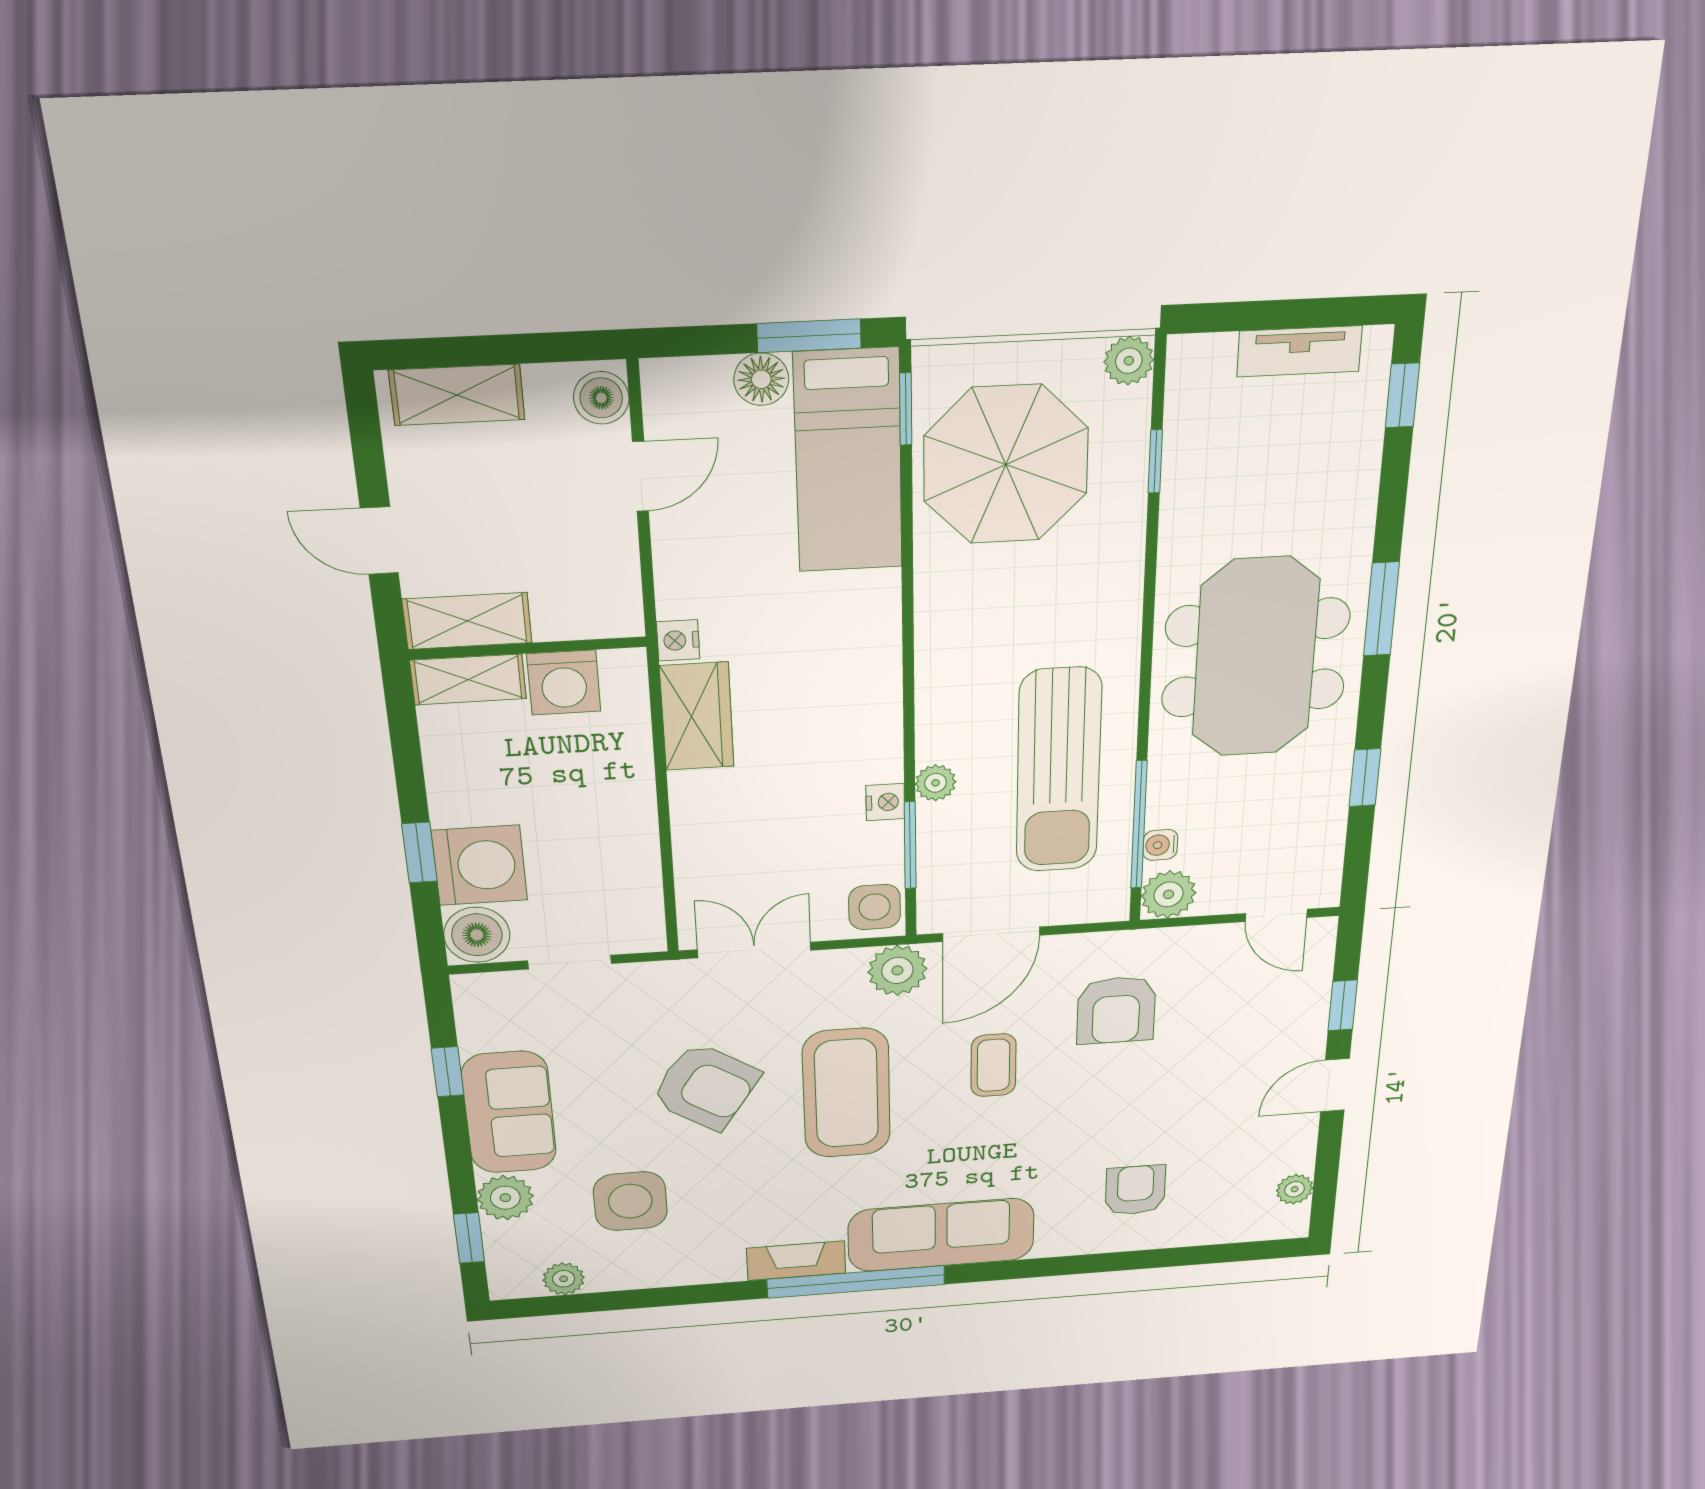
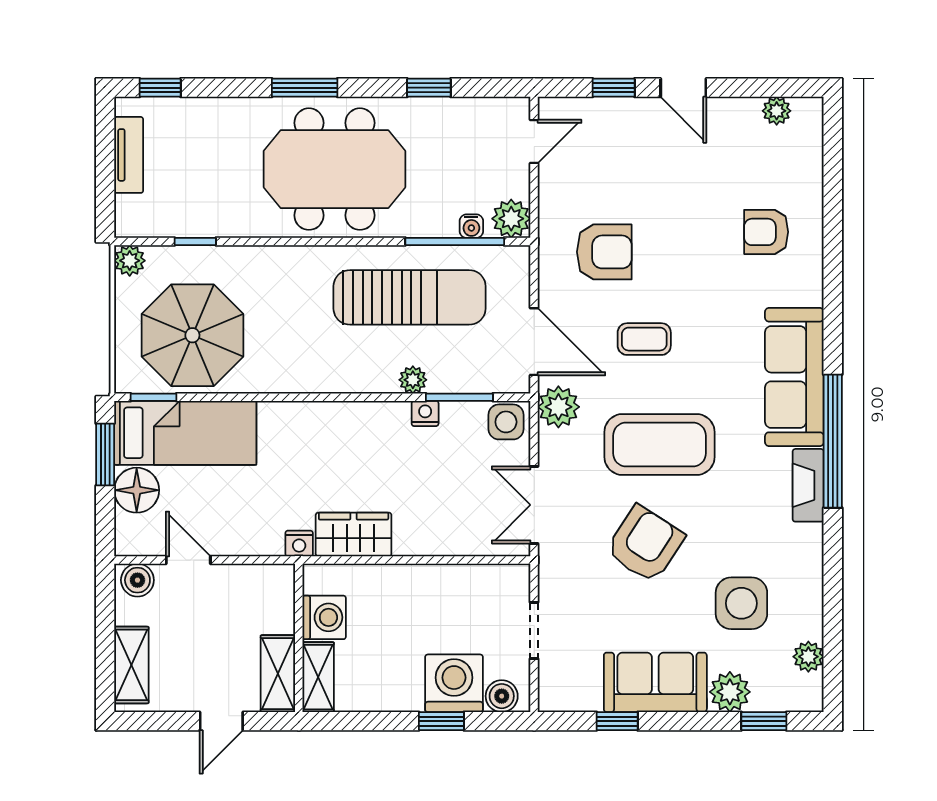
floor lamp: (761, 379) -> (137, 490), width x1.38, depth x1.38
boiler: (477, 935) -> (502, 696), width x0.73, depth x0.73

